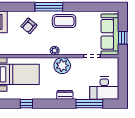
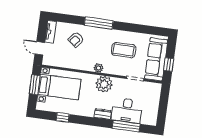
coffee table: (64, 21) -> (124, 50), moved
desk: (104, 88) -> (127, 110), moved

